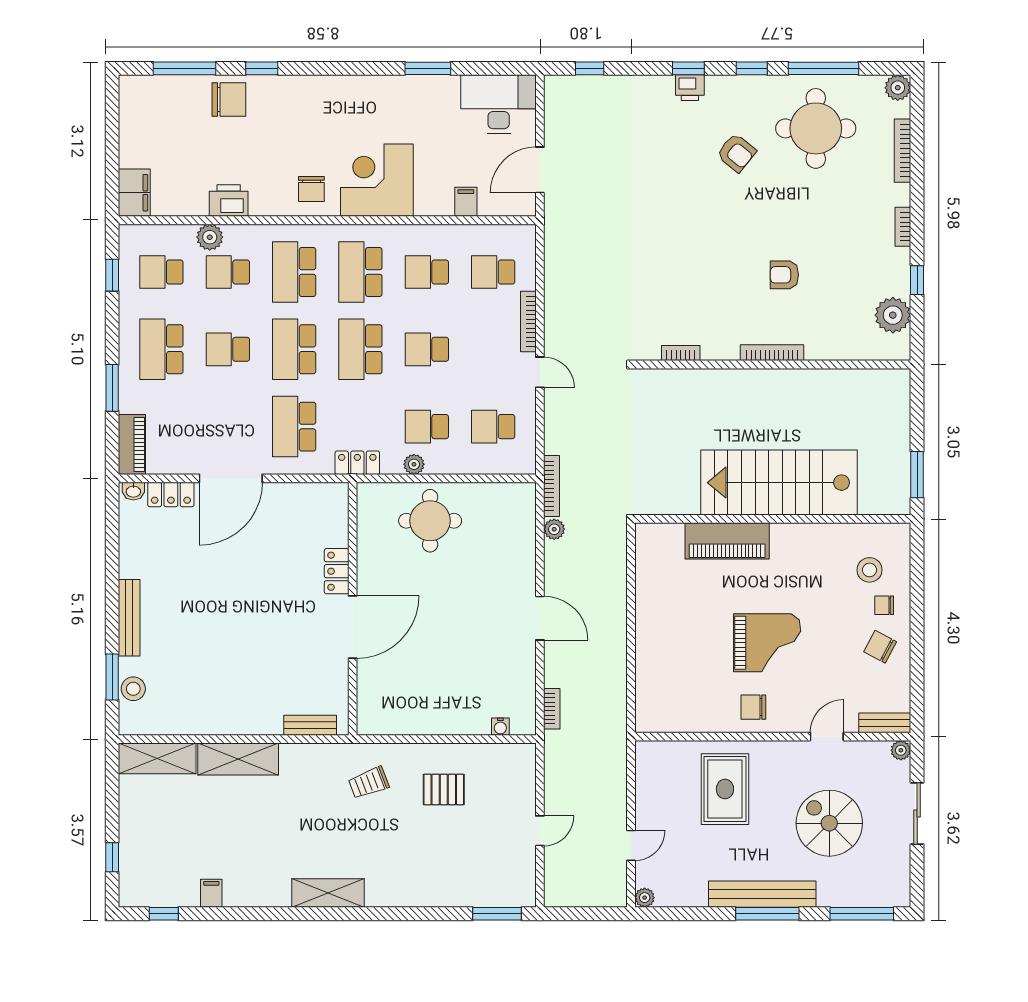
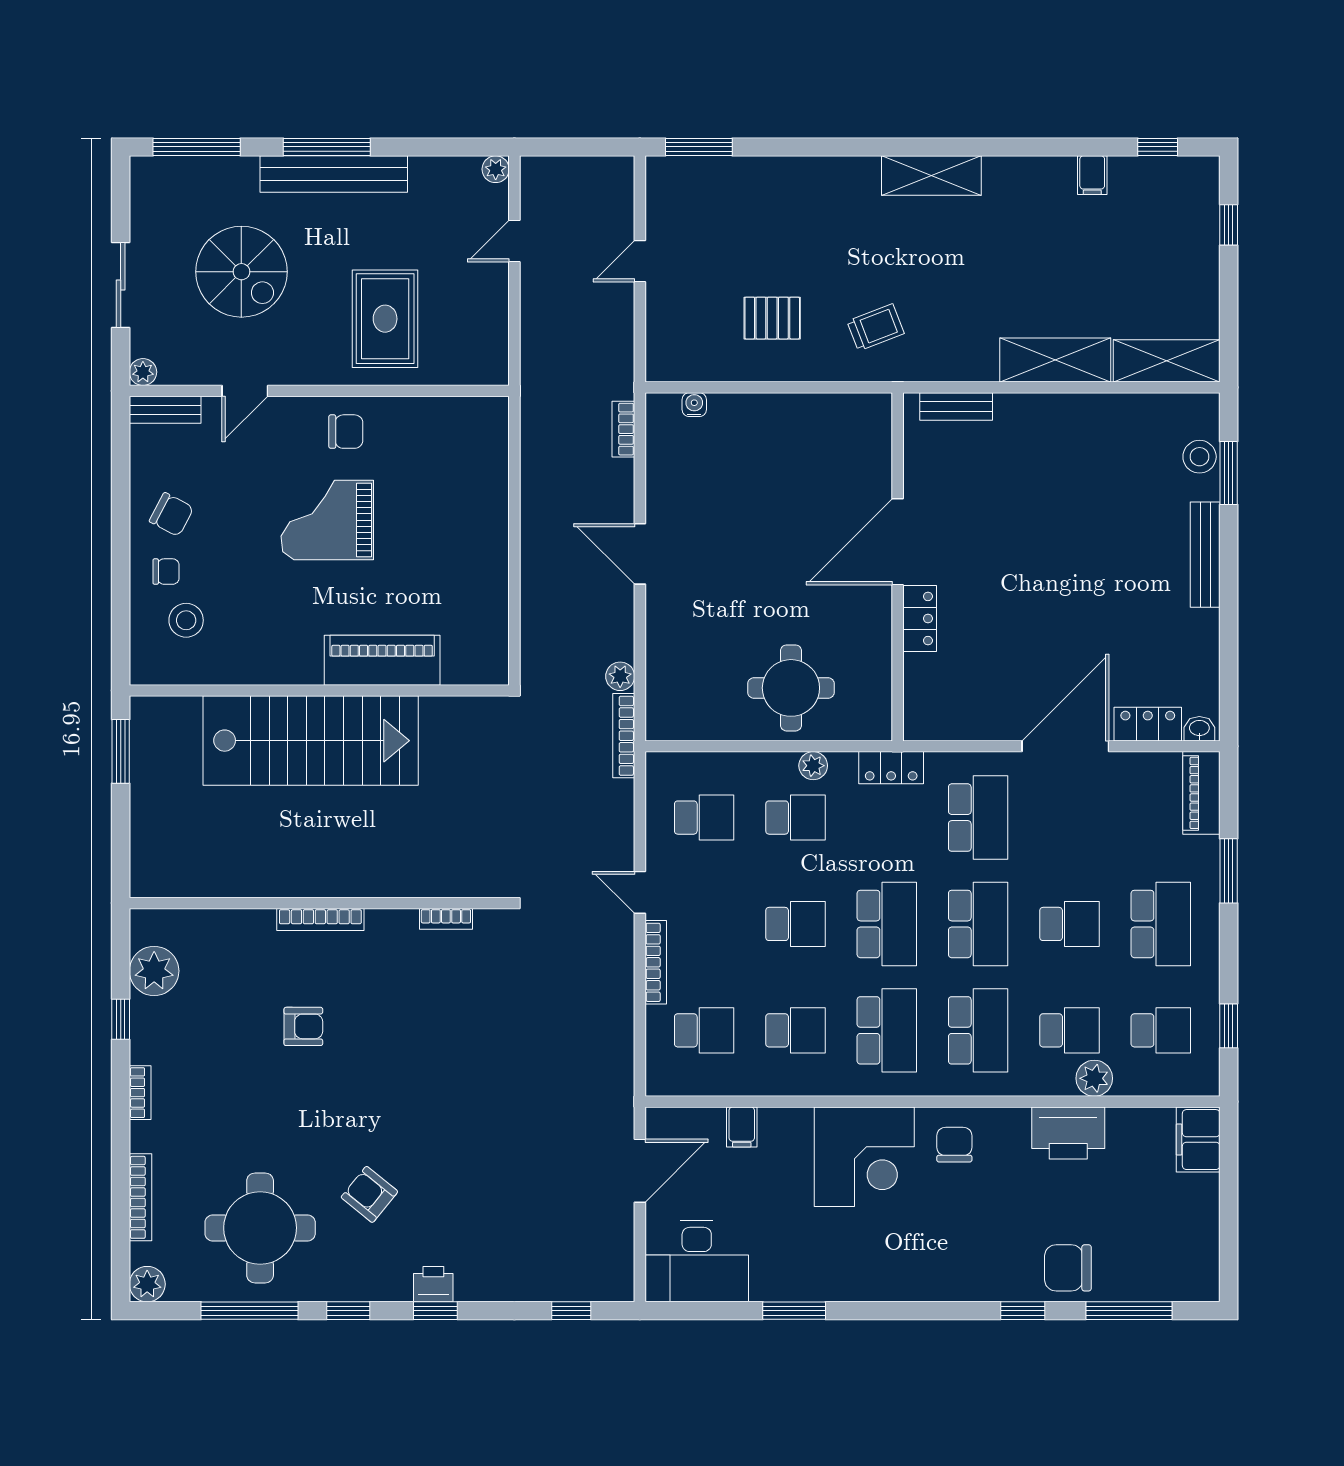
printer: (229, 201) -> (1068, 1133), width x1.37, depth x1.19

